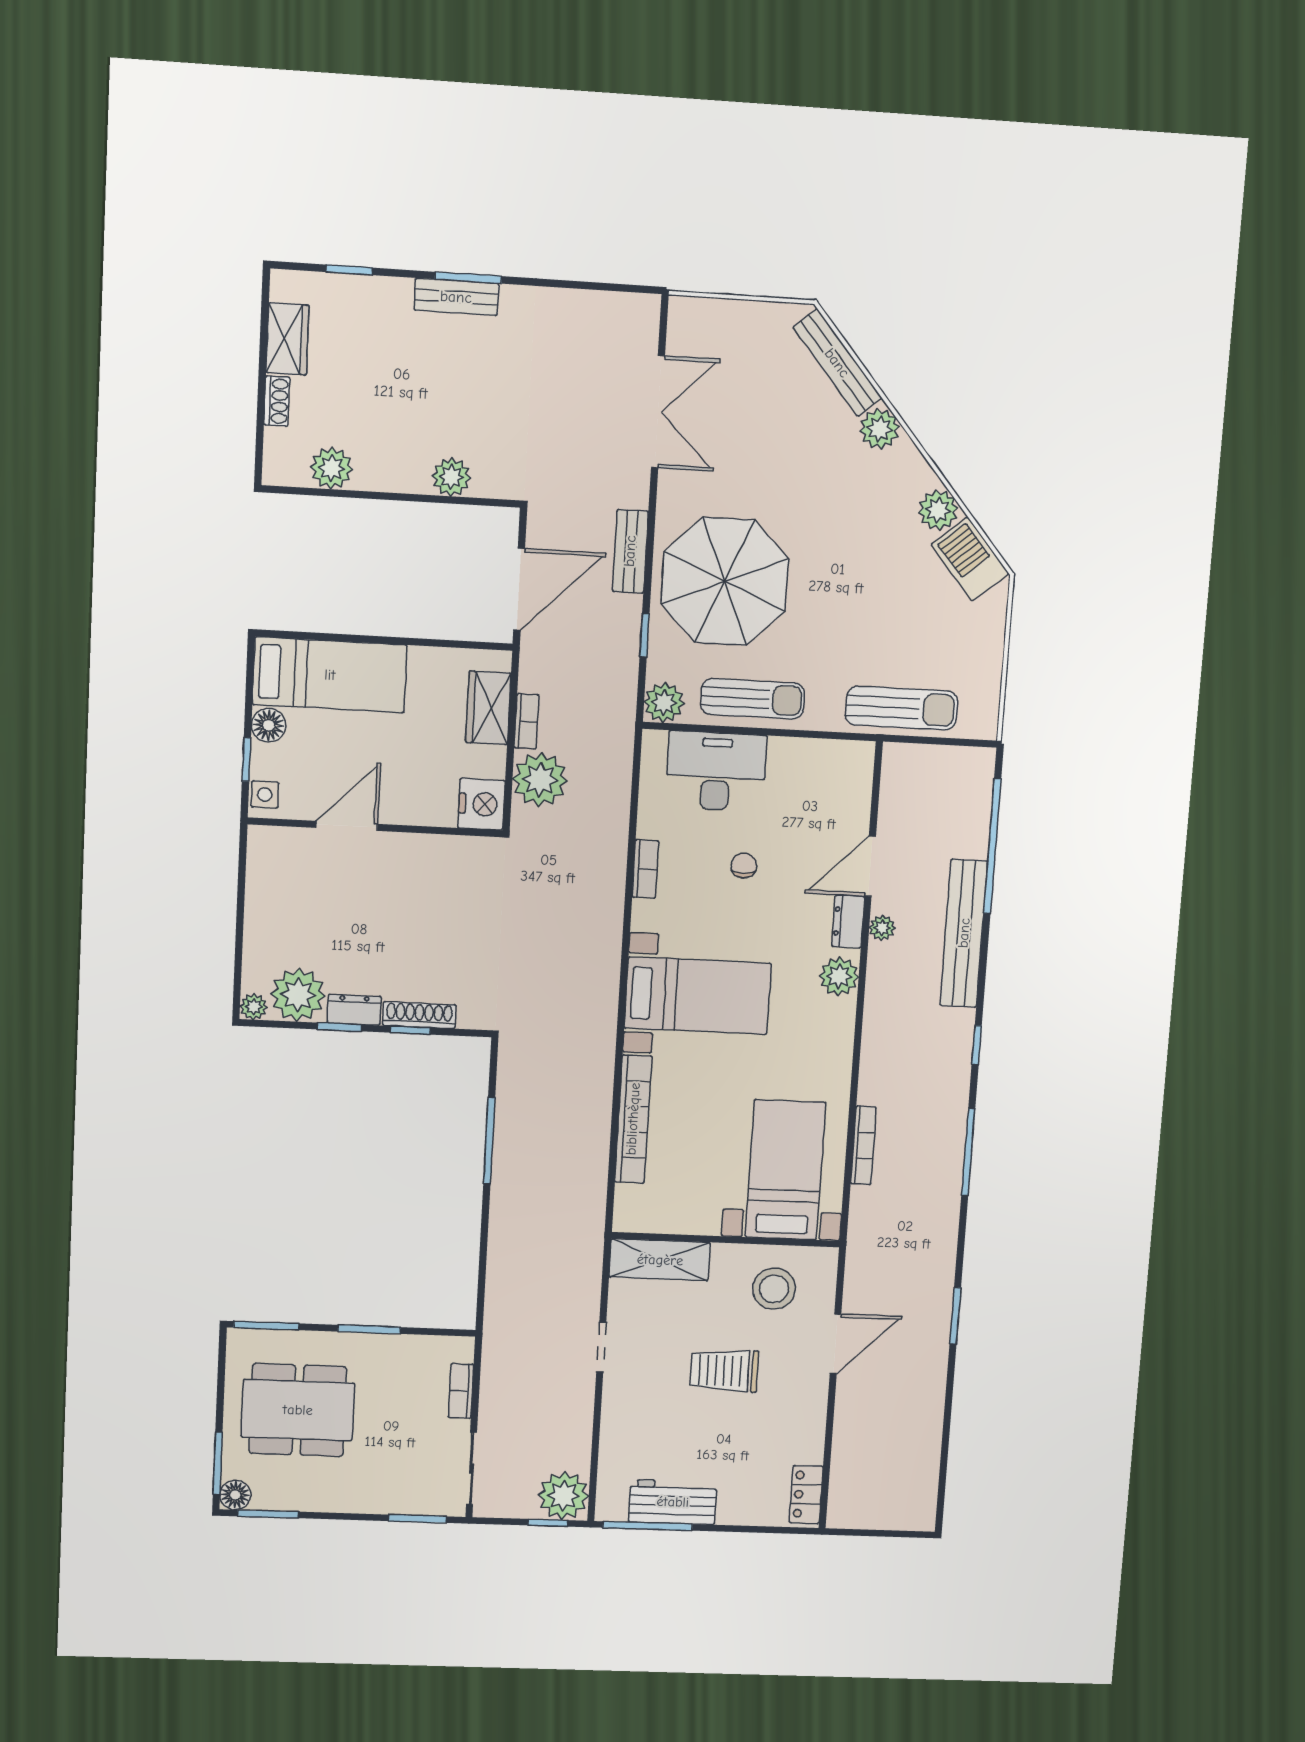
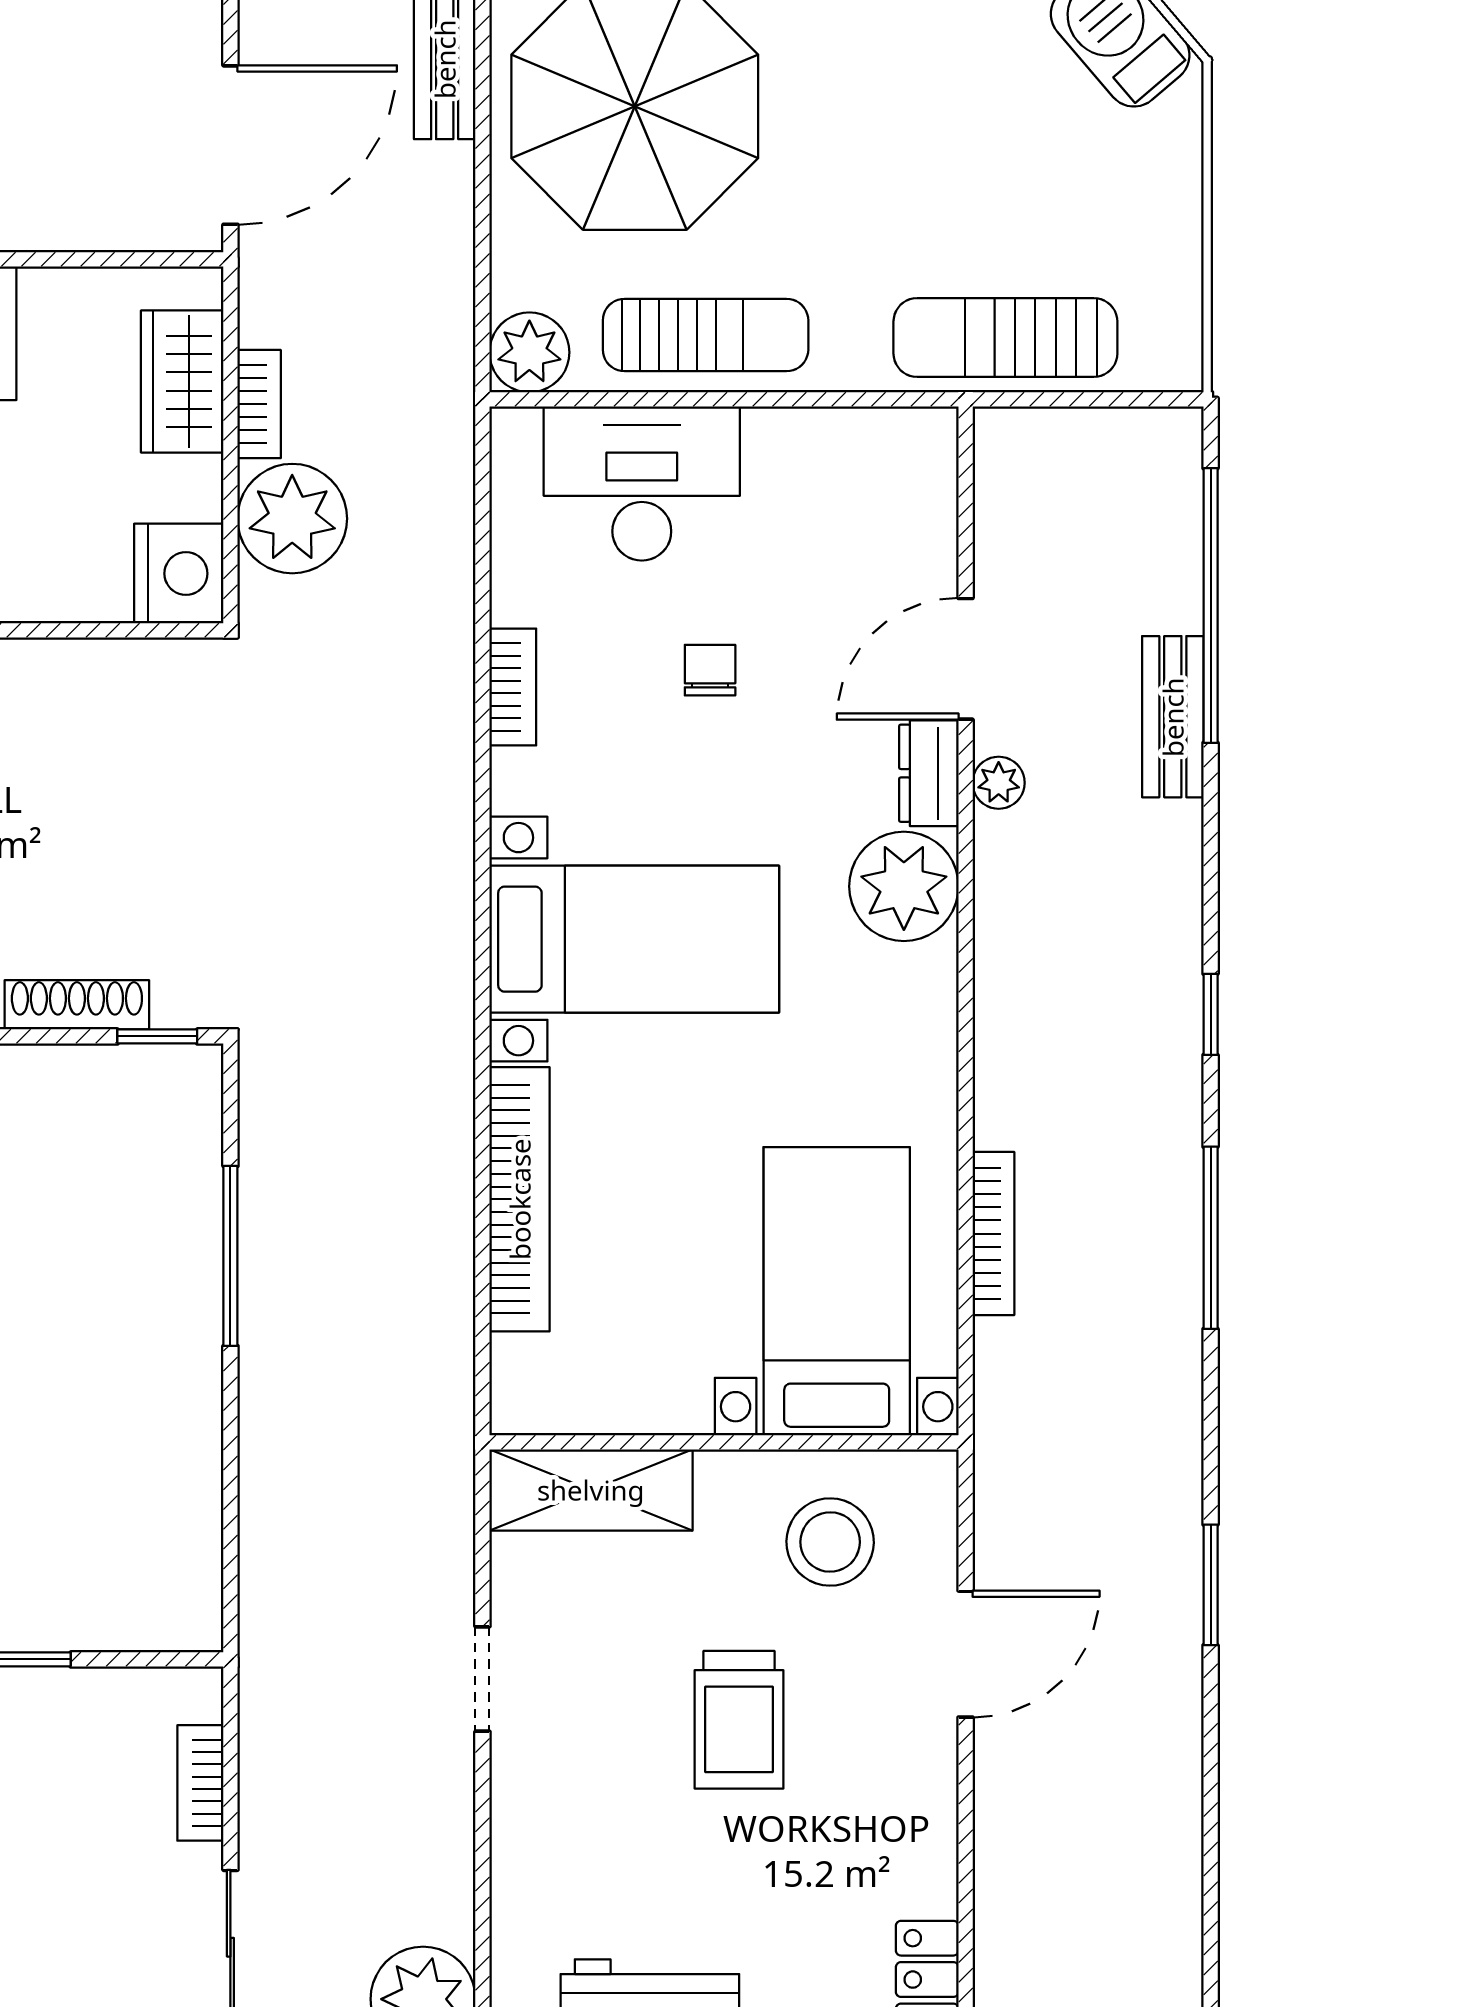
window: (644, 635) -> (482, 221), removed
sun lounger: (902, 708) -> (1005, 338), turned 180
bench: (964, 933) -> (1173, 717), width x0.54, depth x0.82
plant: (839, 976) -> (904, 886), width x1.36, depth x1.36
window: (410, 1030) -> (157, 1036), moved
trolley: (724, 1371) -> (739, 1720), turned -90

